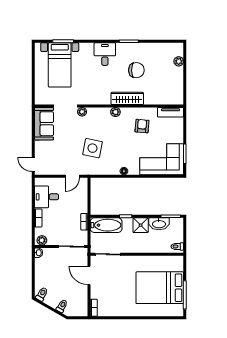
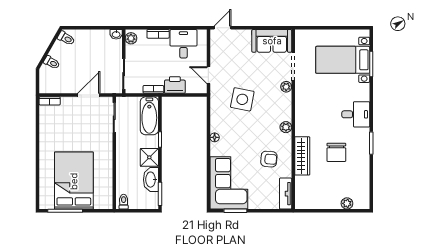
wardrobe: (127, 98) -> (302, 156), moved
printer: (81, 204) -> (175, 85), added

